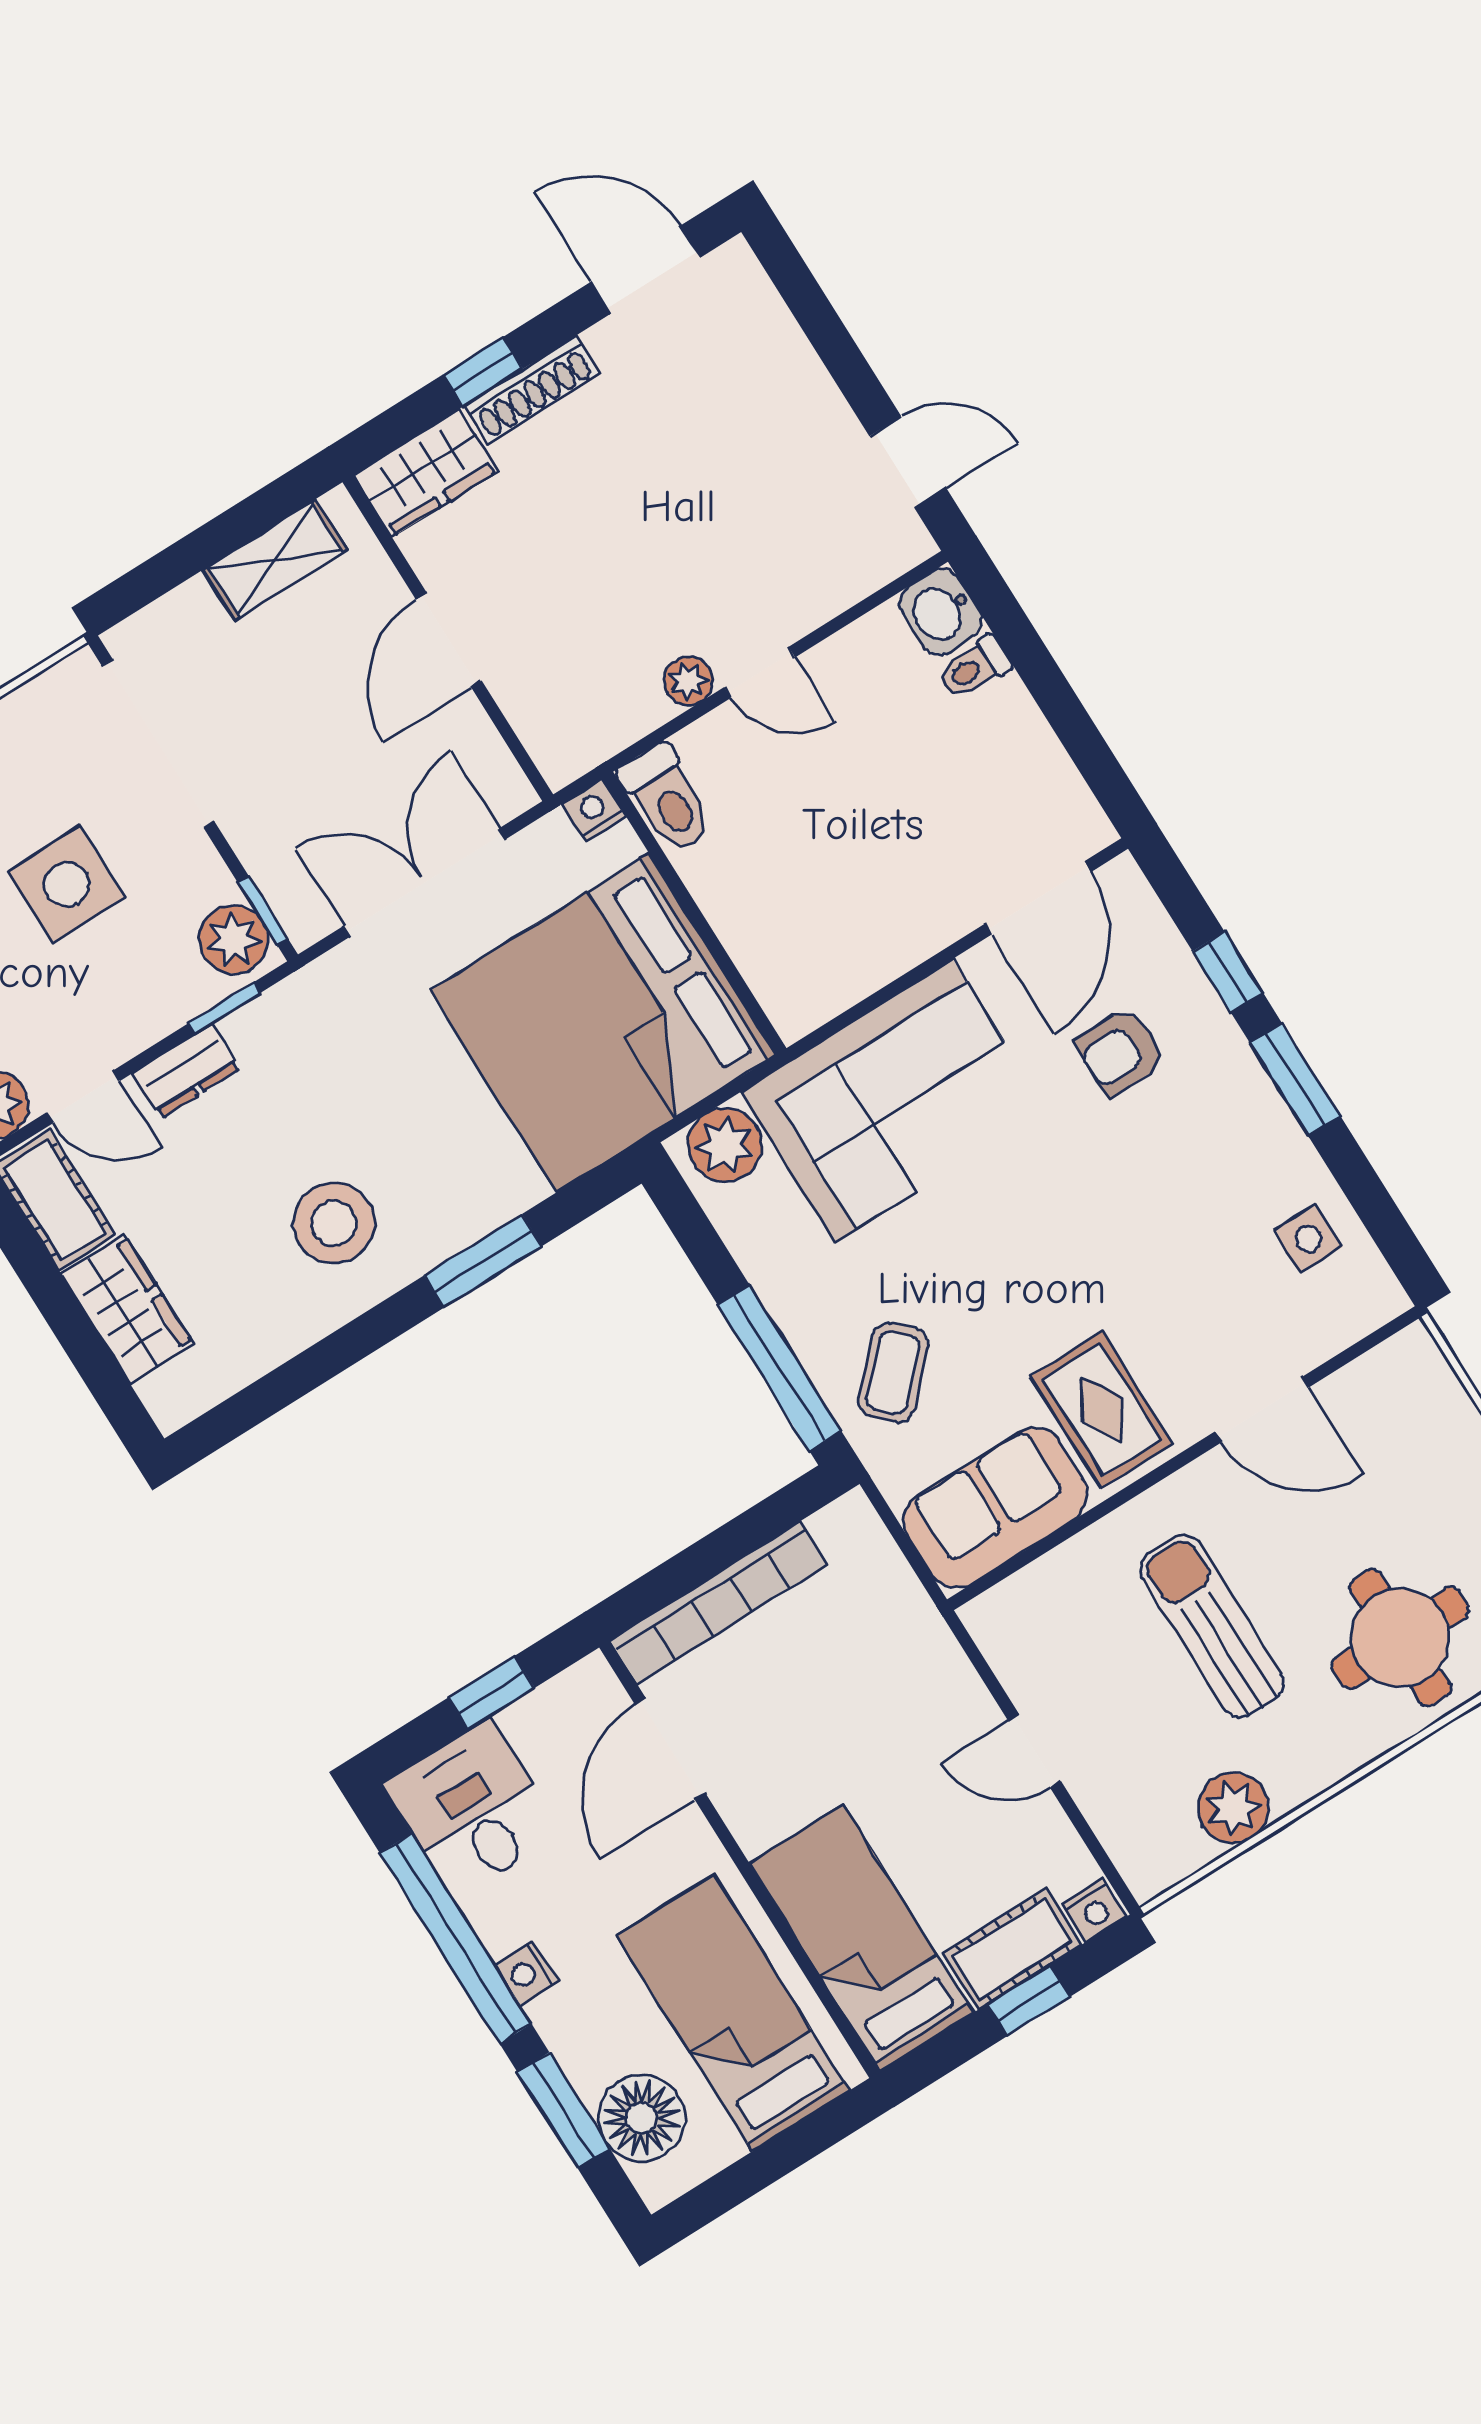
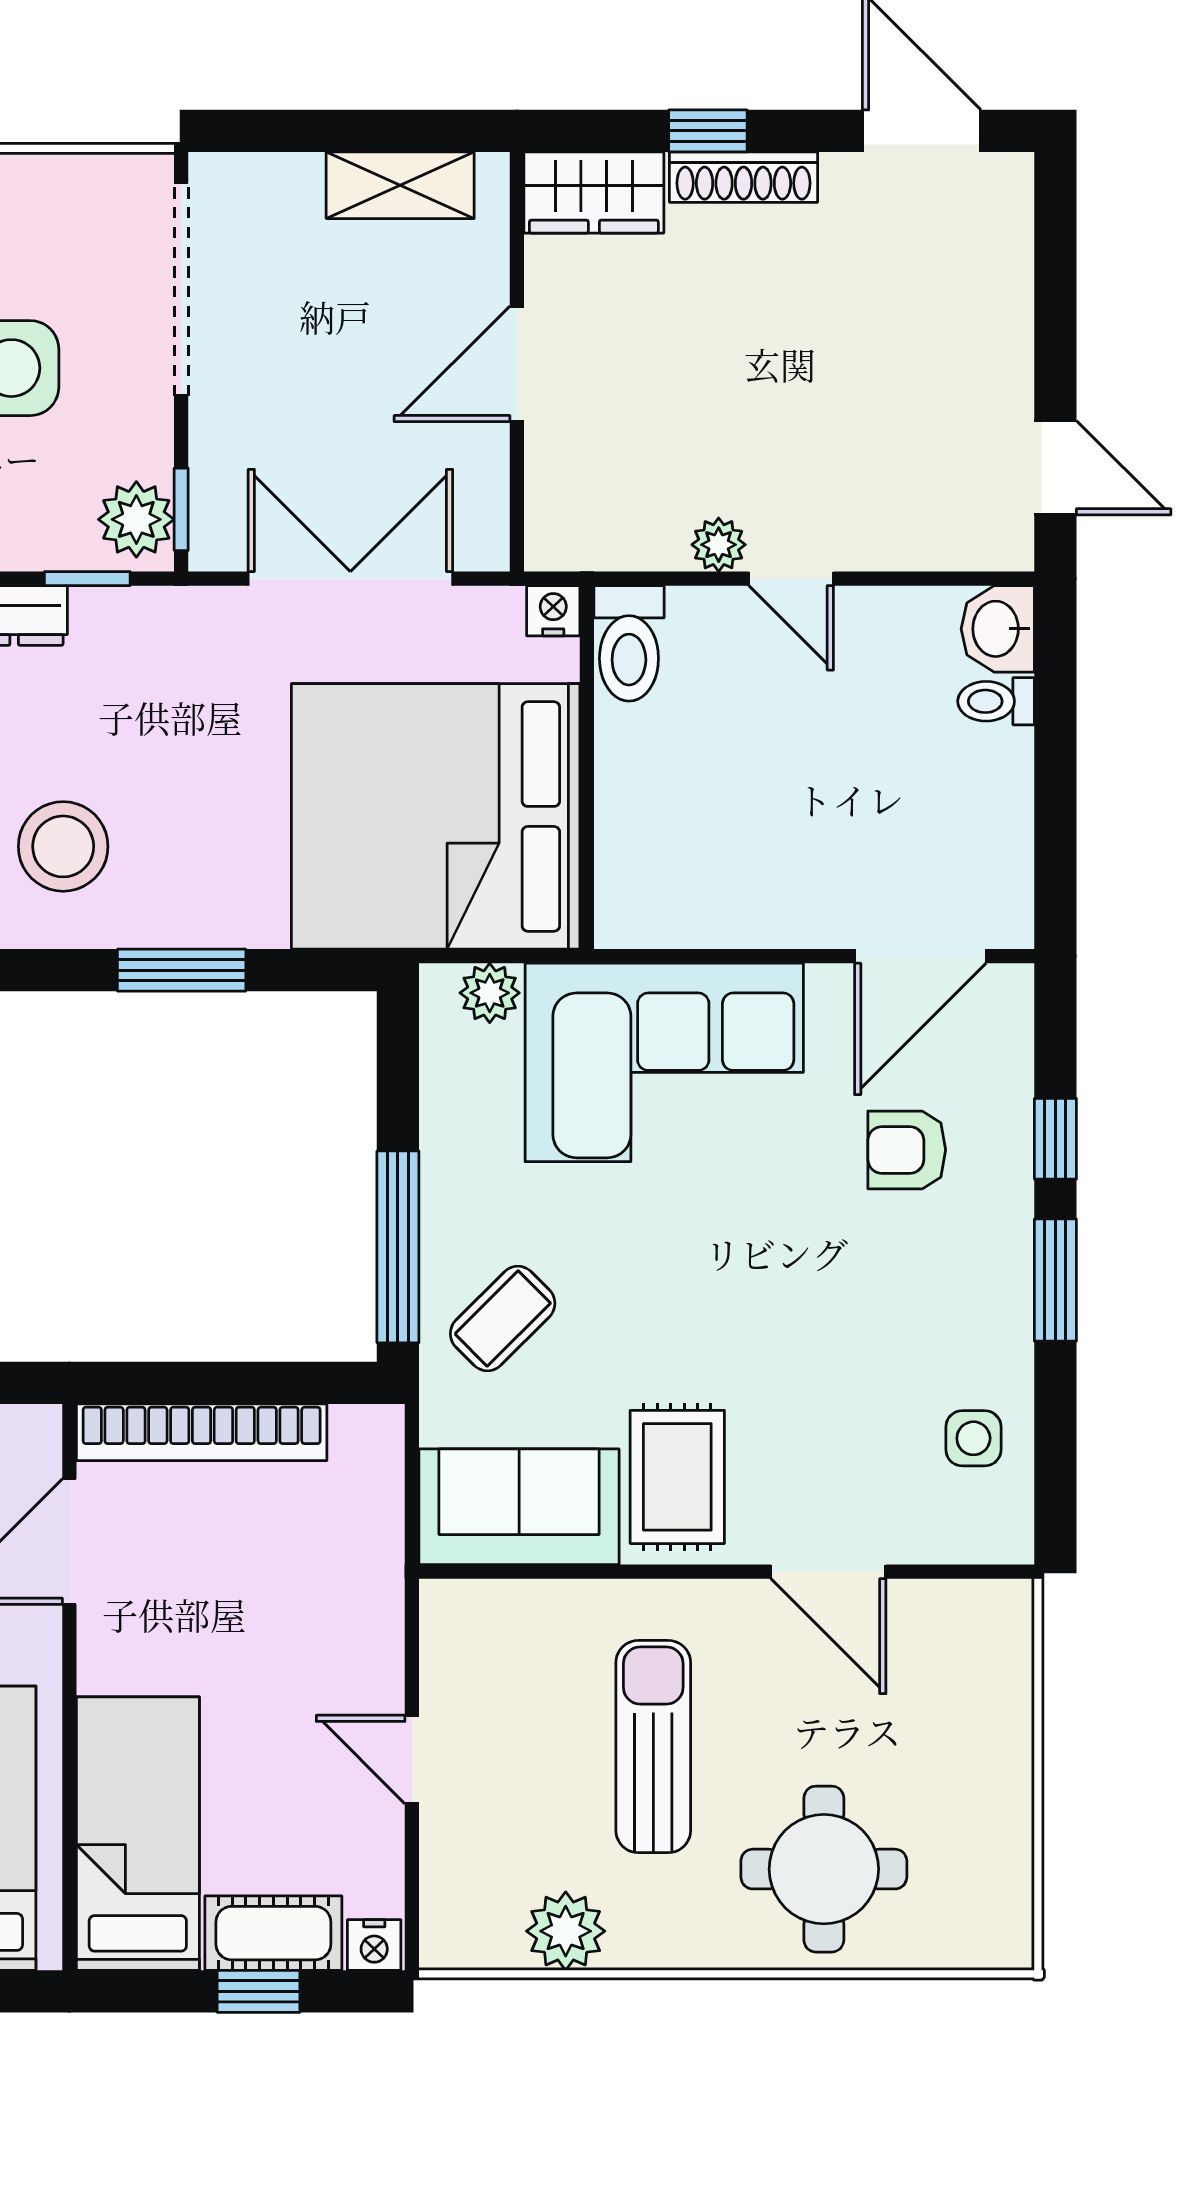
plant: (725, 1145) -> (490, 993), width x0.73, depth x0.73

